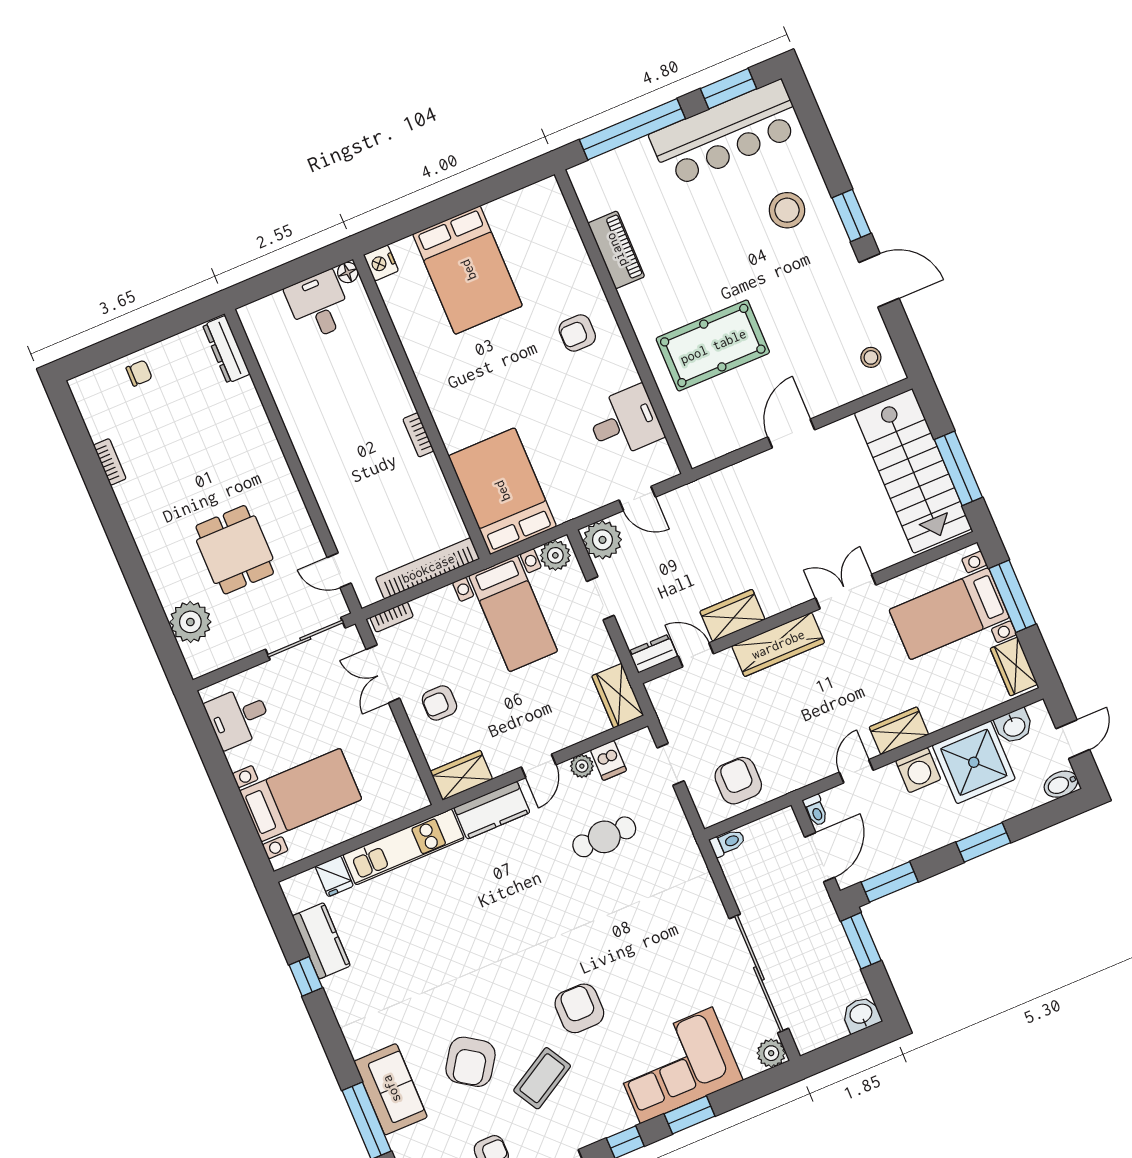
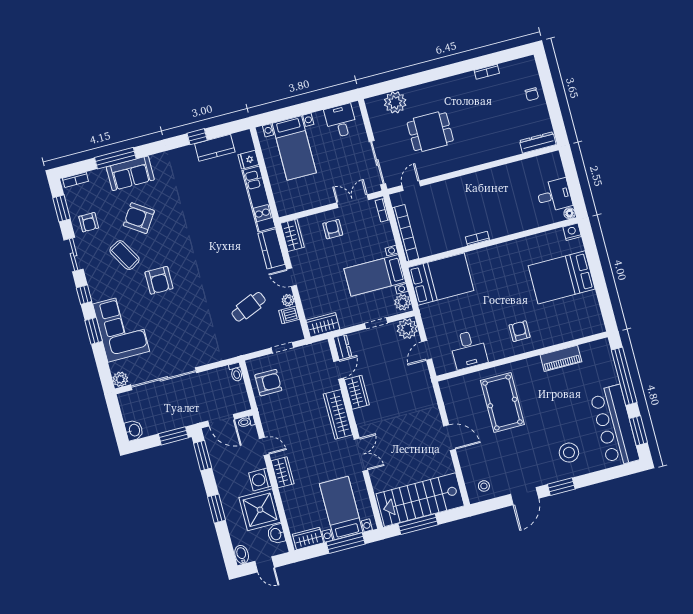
cafe table: (604, 837) -> (249, 307), turned 67
armchair: (579, 1008) -> (159, 280), turned 90

